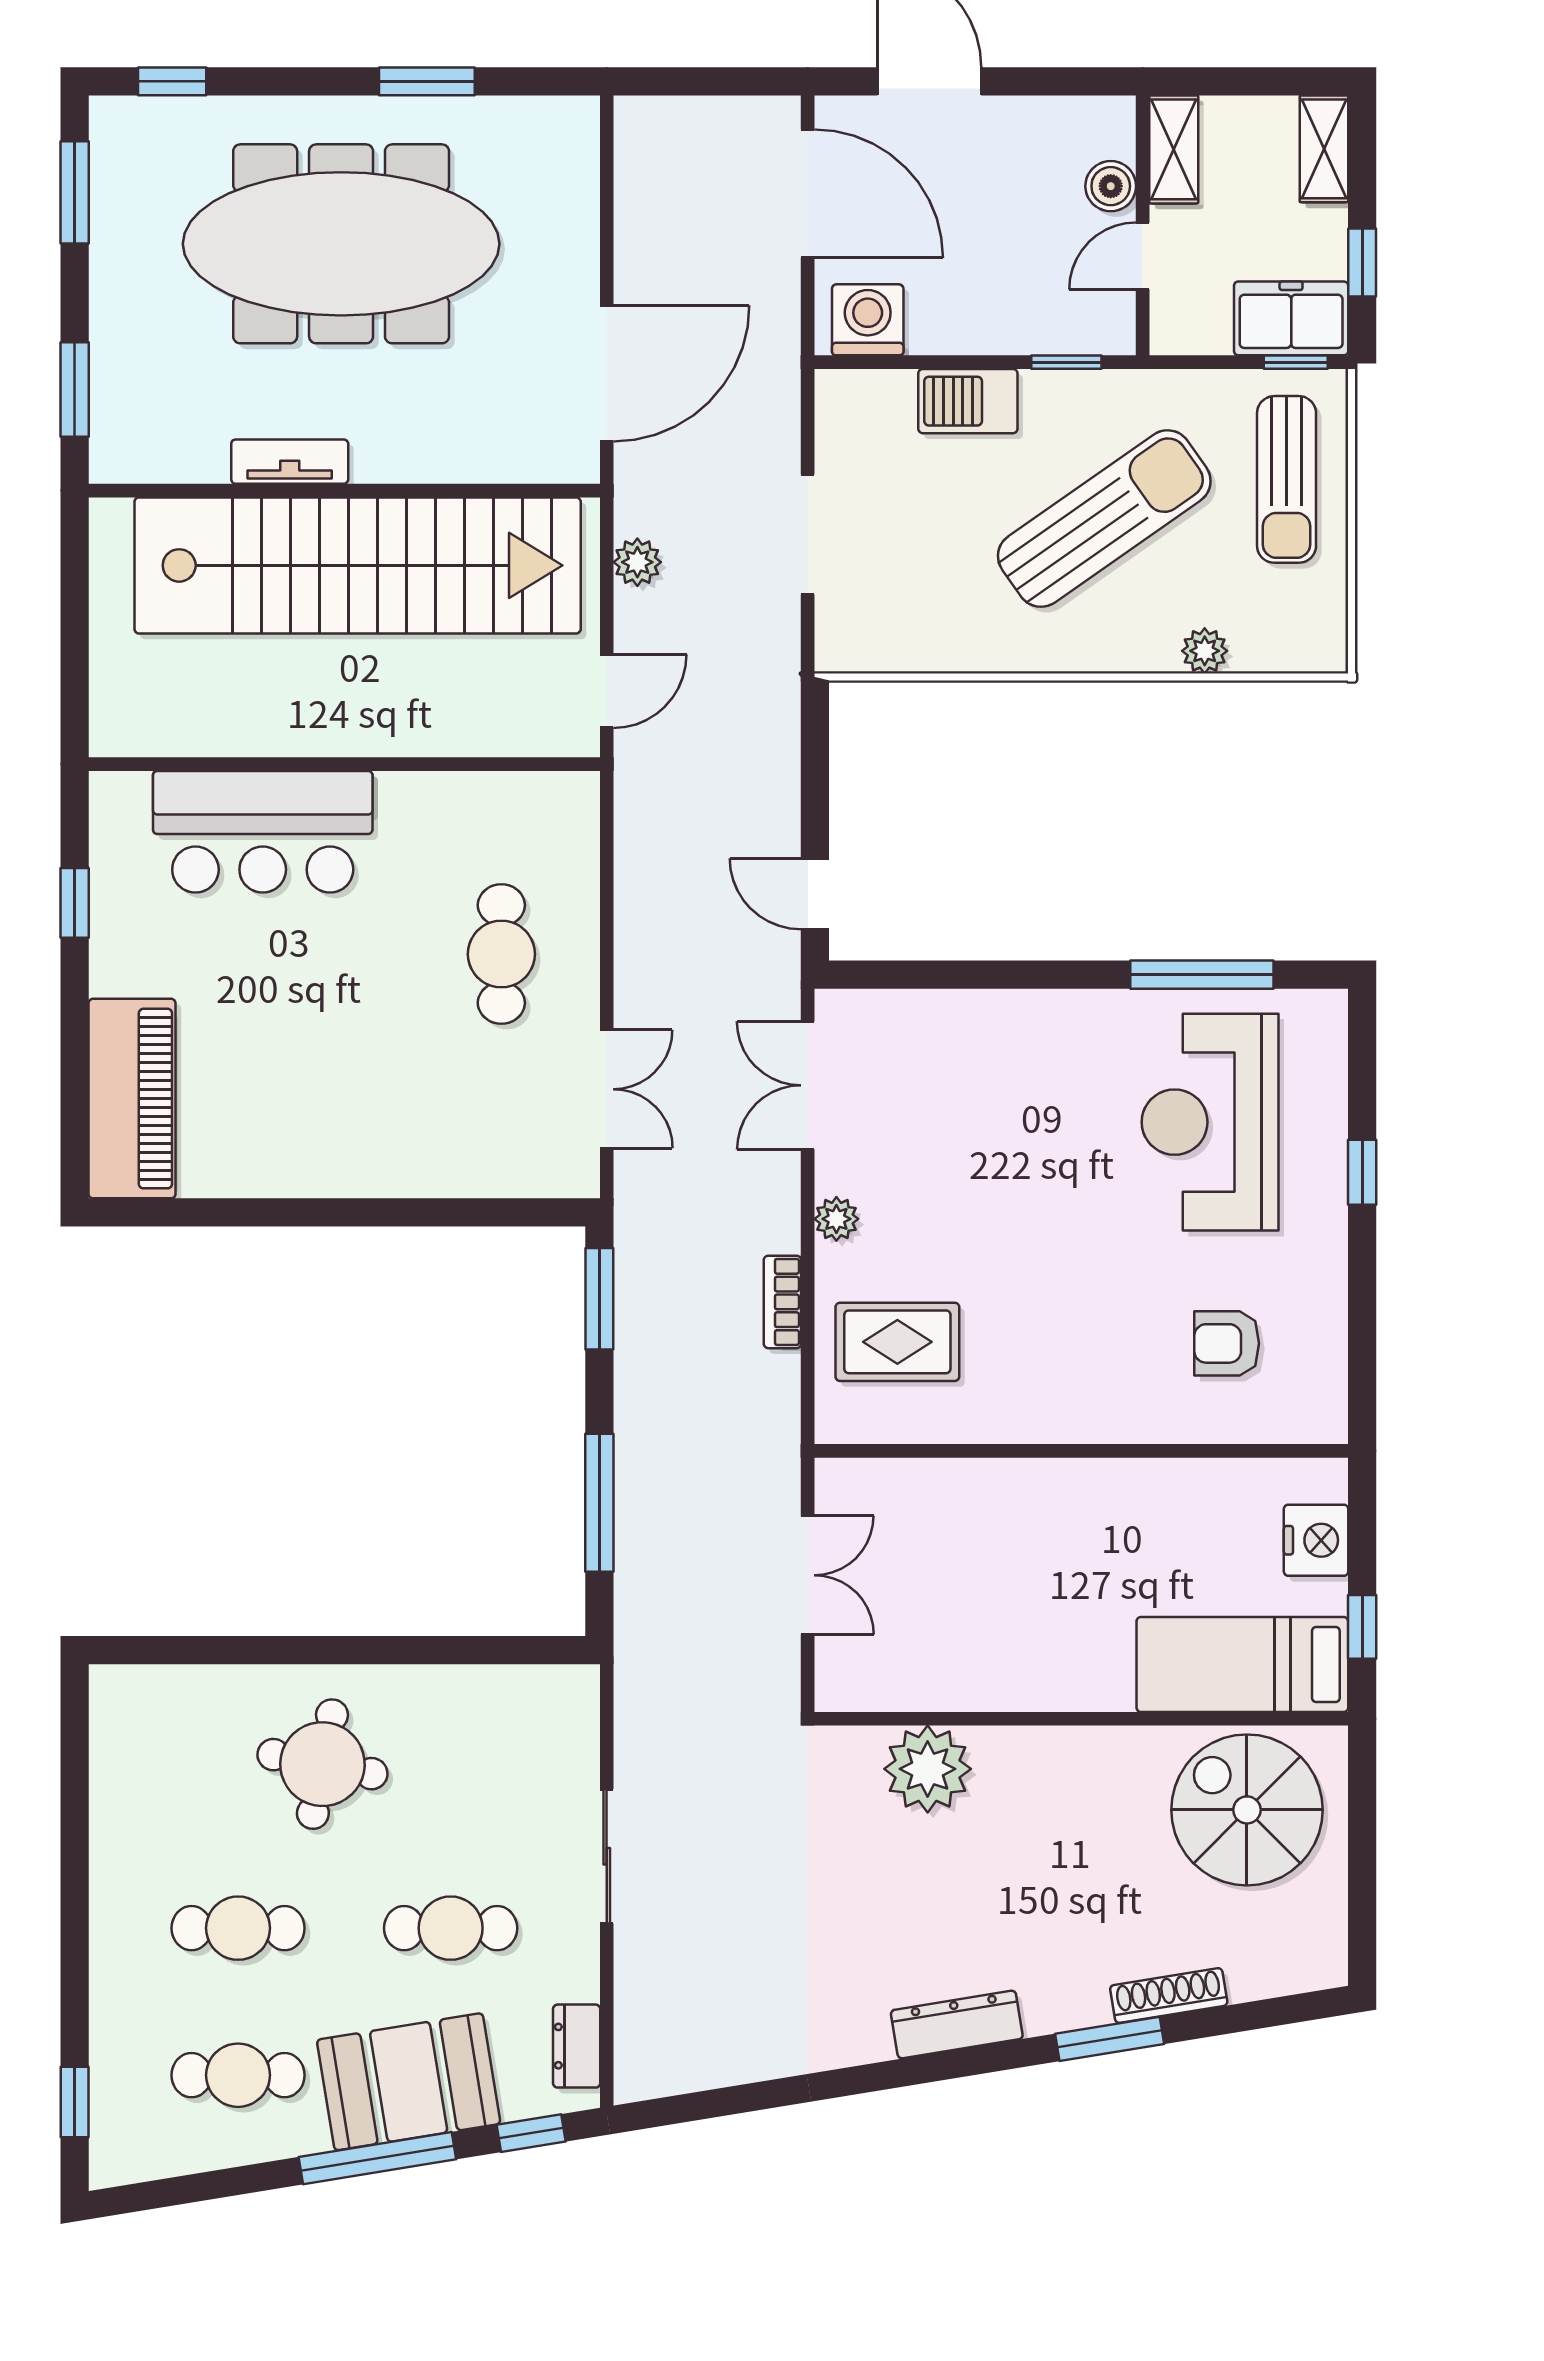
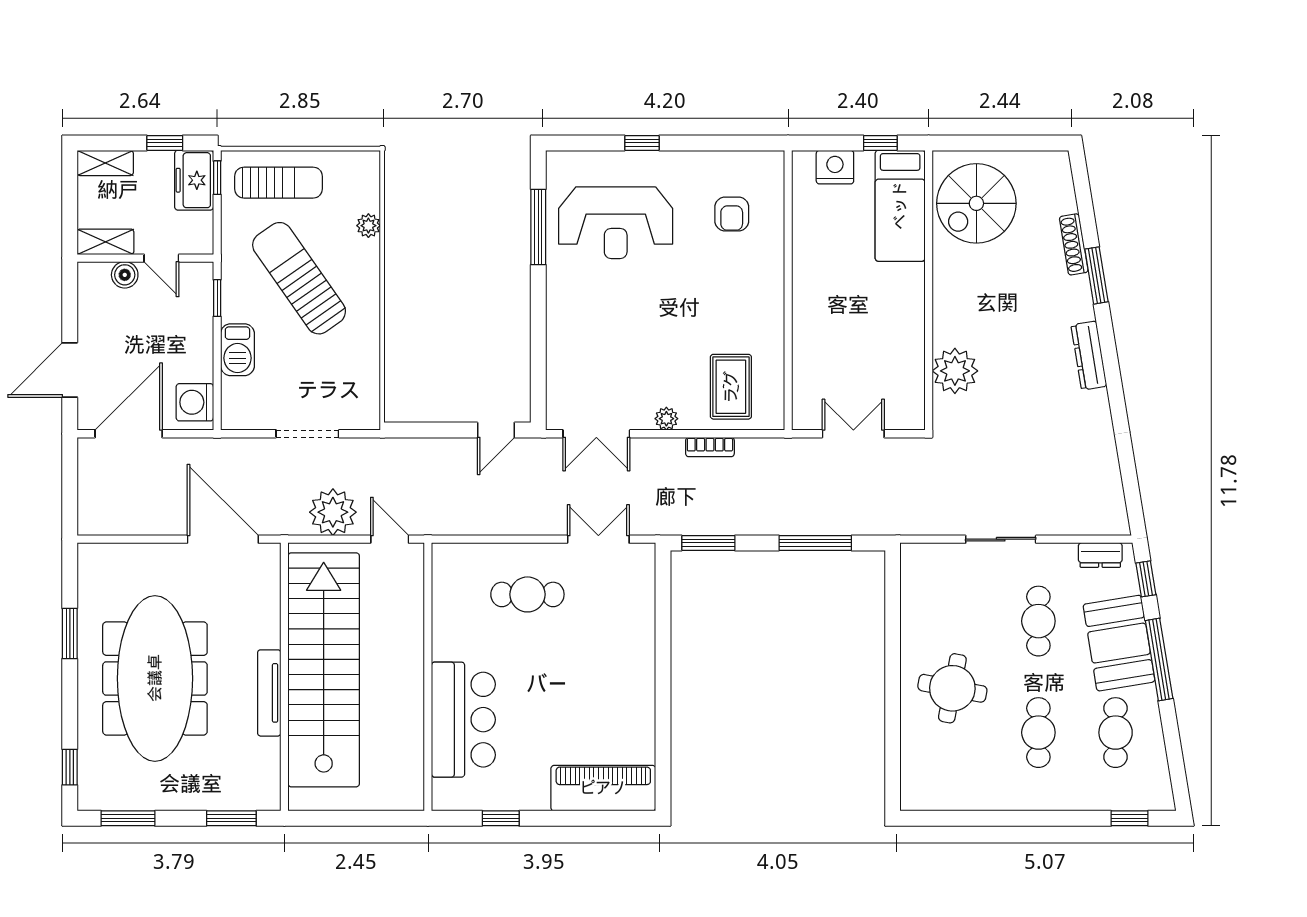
tv unit: (290, 462) -> (269, 693), width x1.41
plant: (637, 562) -> (333, 512), width x1.88, depth x1.88

